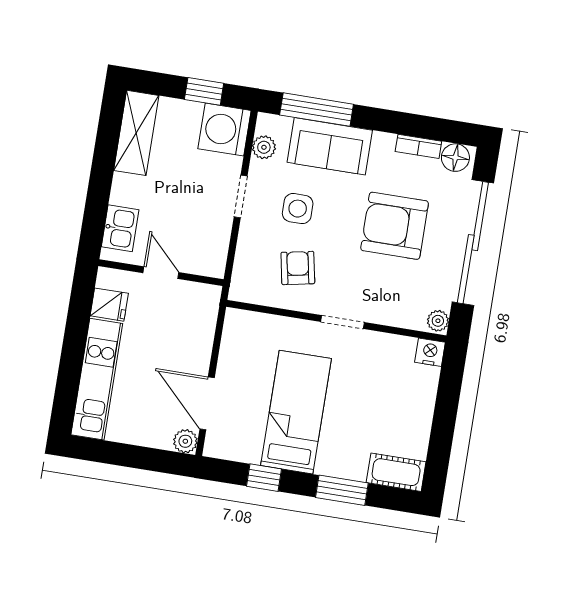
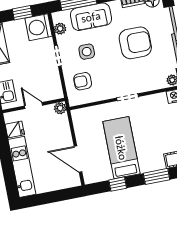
armchair: (395, 226) -> (135, 43), turned 180
armchair: (298, 268) -> (83, 81), moved, turned -79
plant: (185, 441) -> (60, 108), moved

